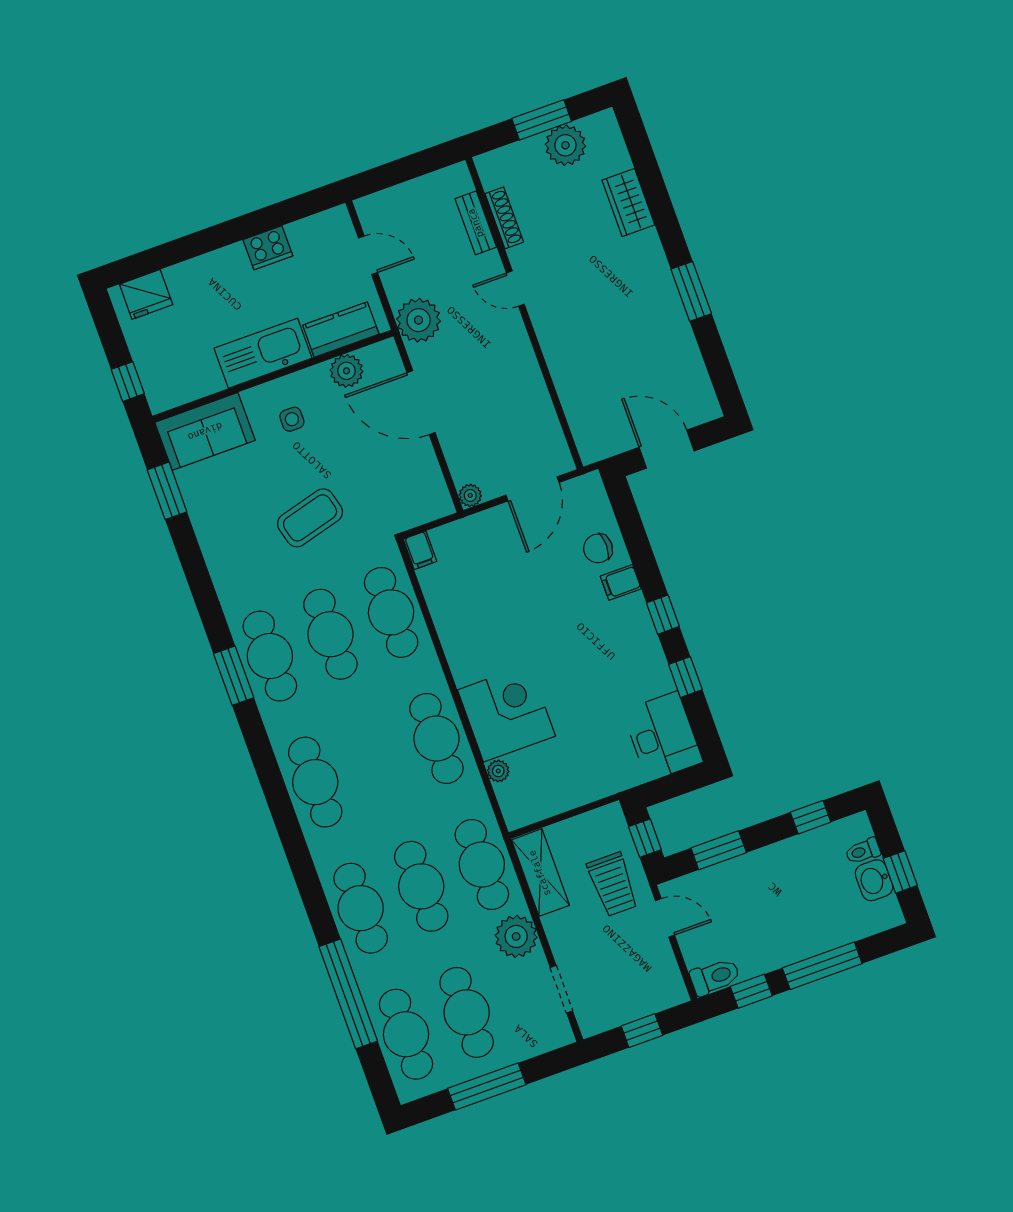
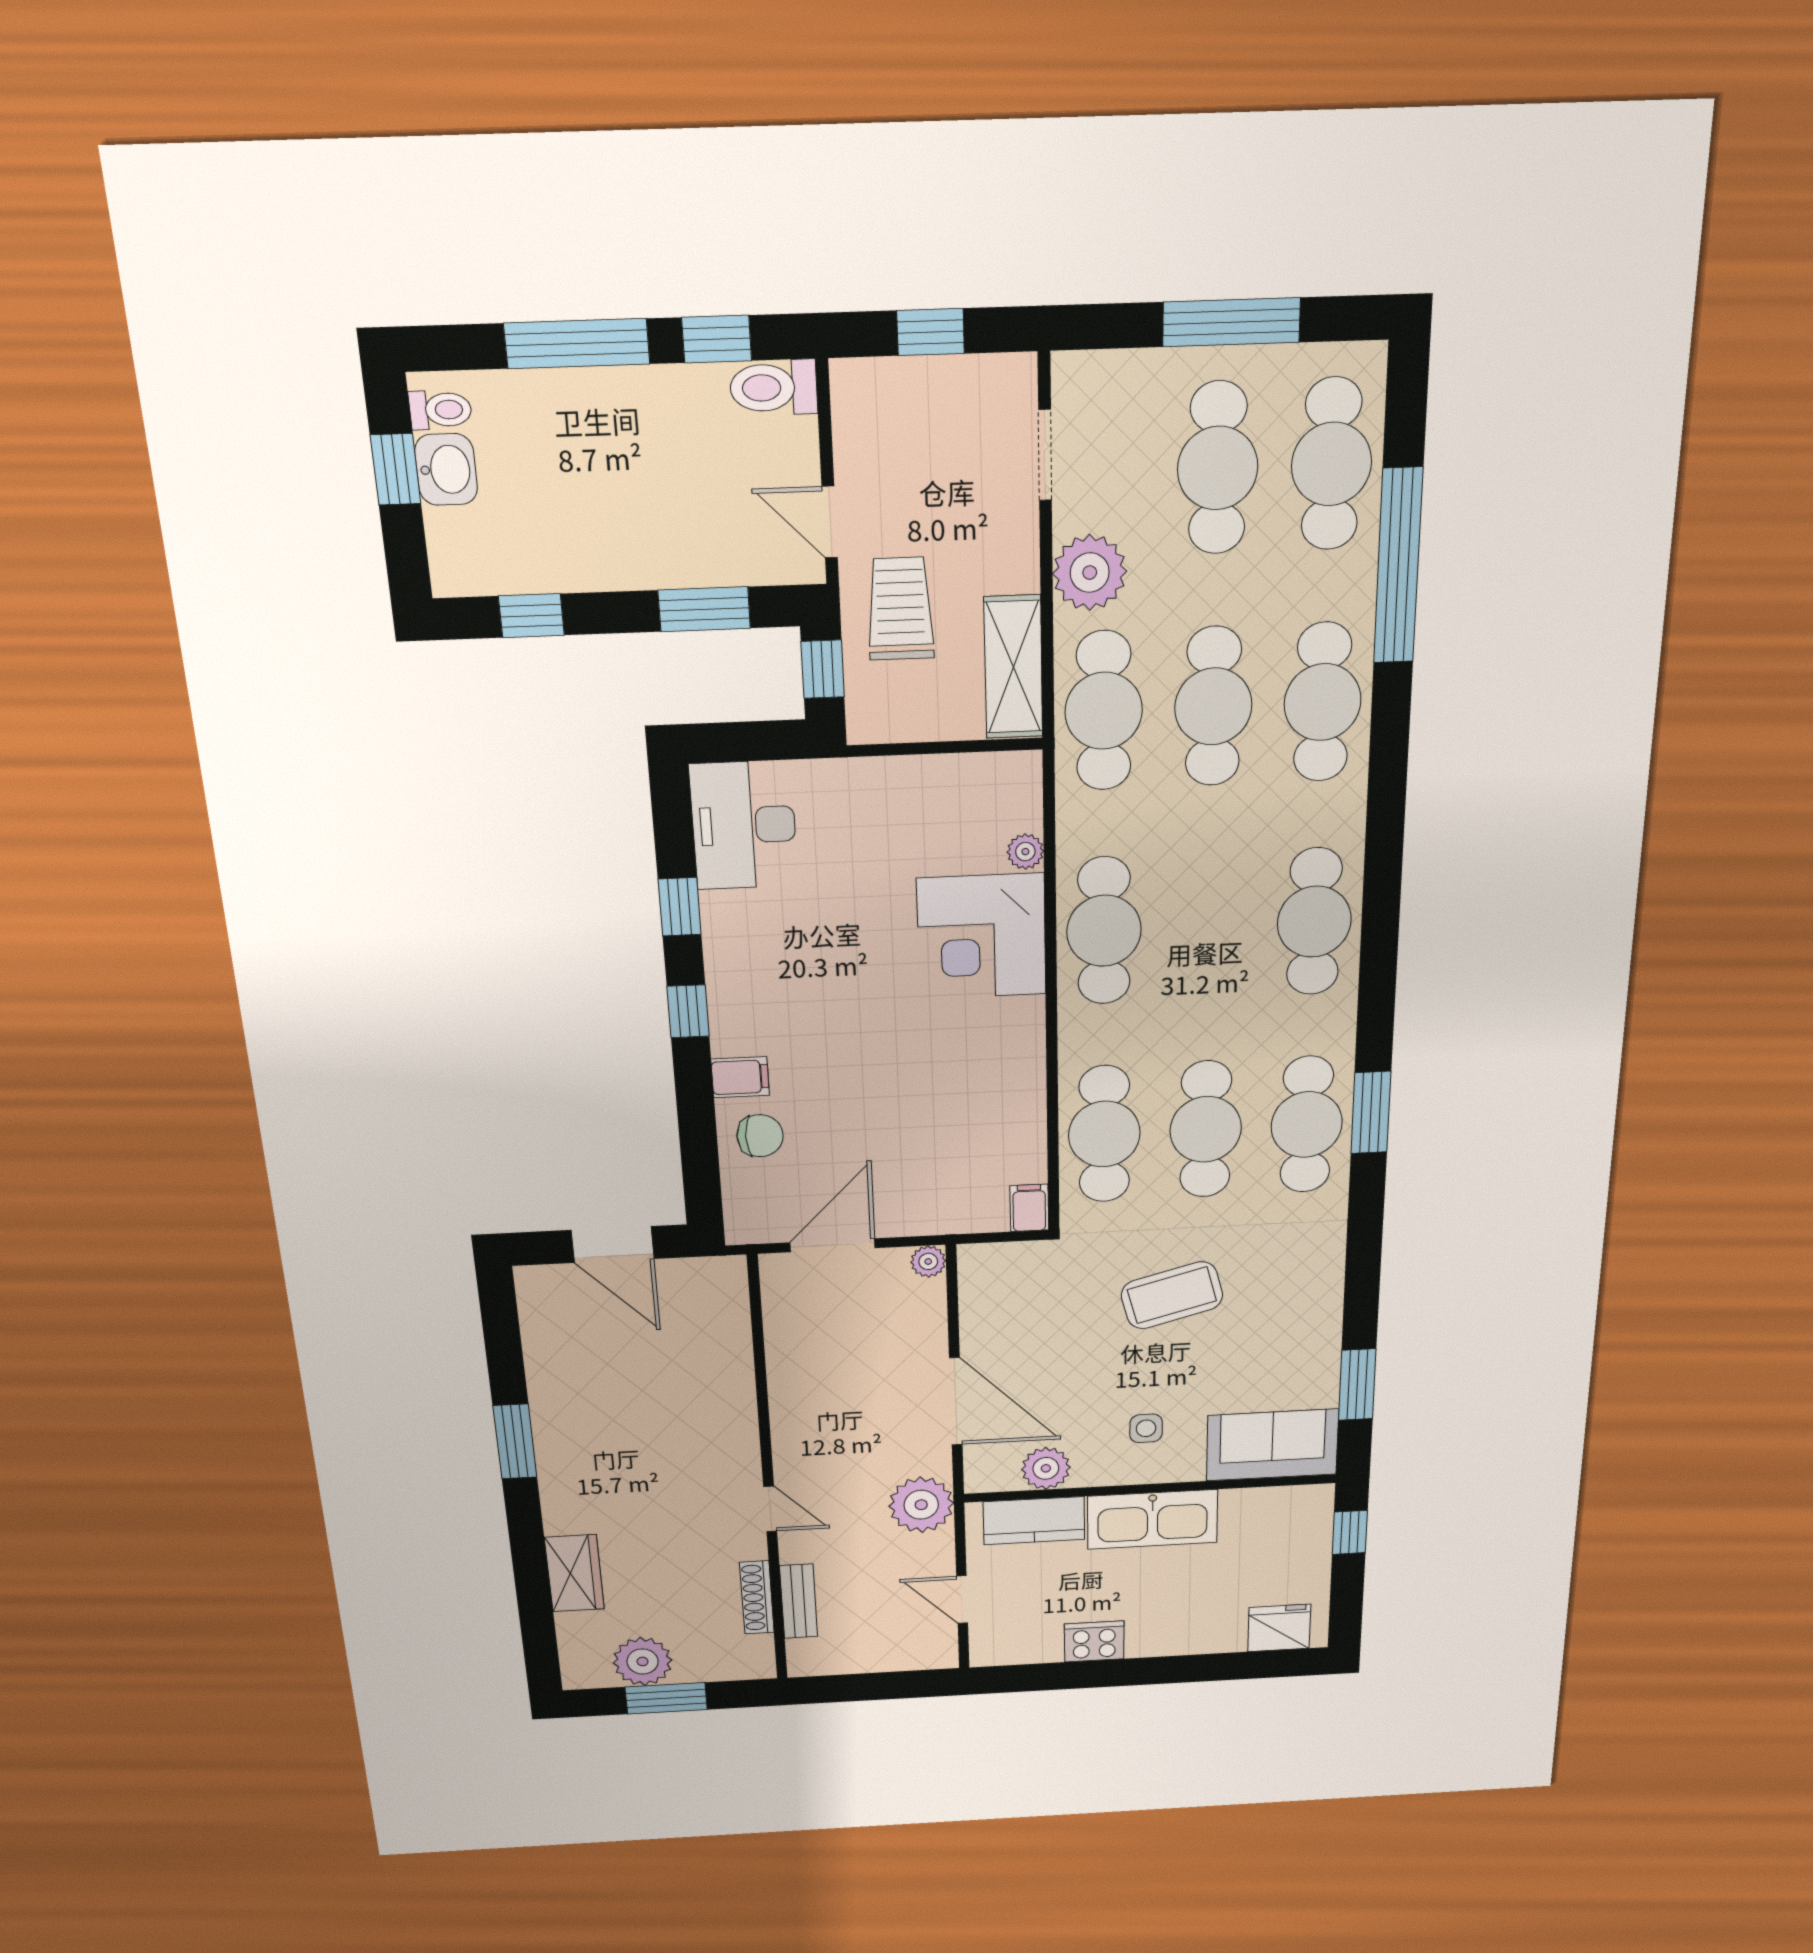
toilet: (863, 851) -> (440, 410), moved

